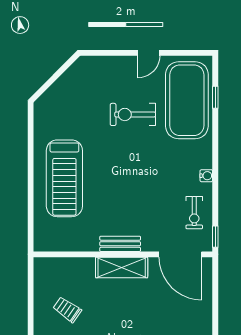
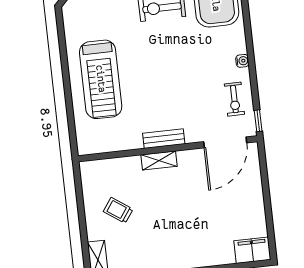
door: (180, 254) -> (225, 142), hinge flipped
shelving: (122, 267) -> (159, 160), width x0.67, depth x0.75

